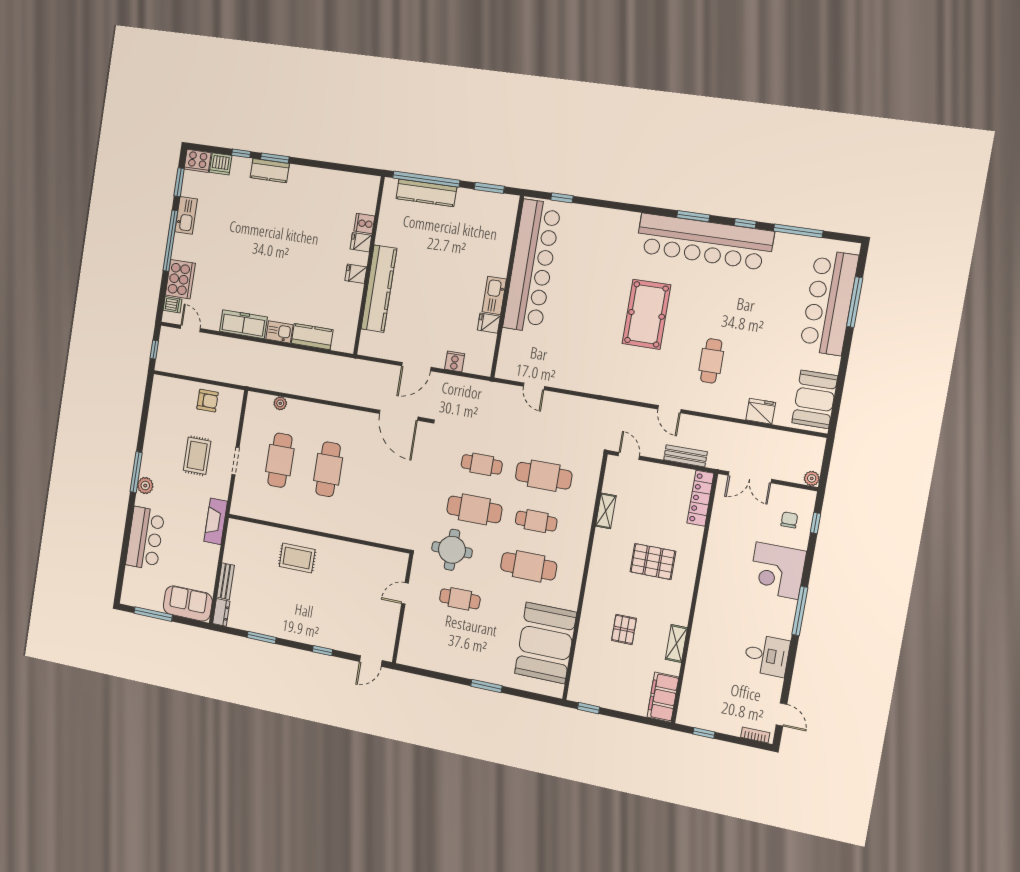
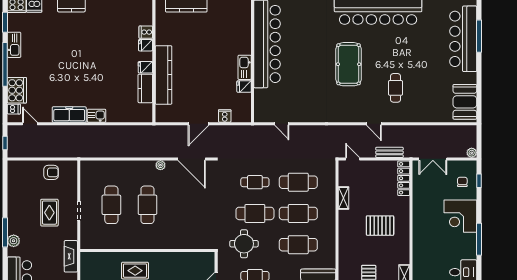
kitchen counter: (312, 337) -> (145, 88), moved, turned -90
plant: (280, 403) -> (160, 165), moved
fridge: (761, 411) -> (432, 115), removed
cafe table: (536, 521) -> (298, 213), width x1.37, depth x1.35

